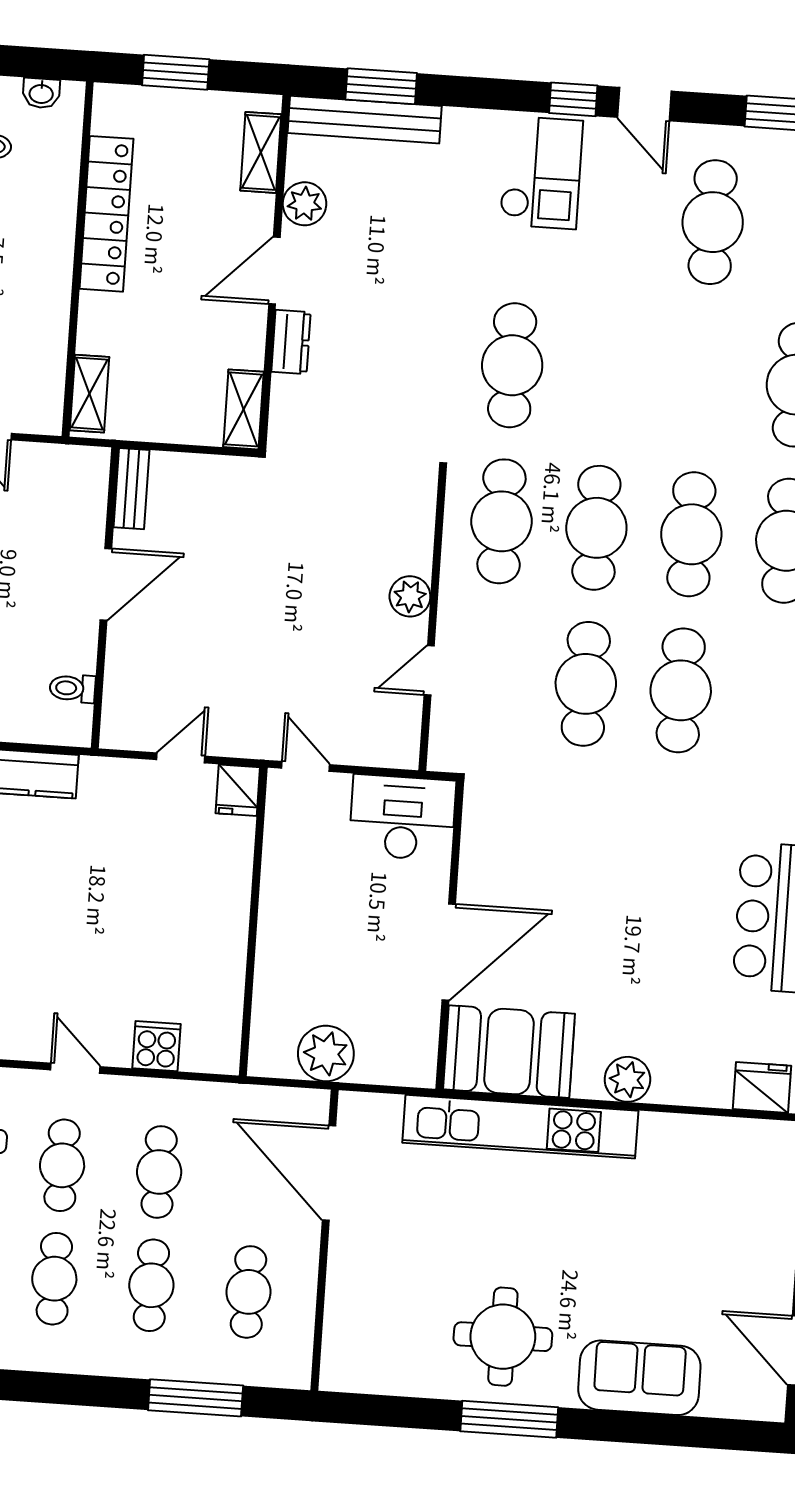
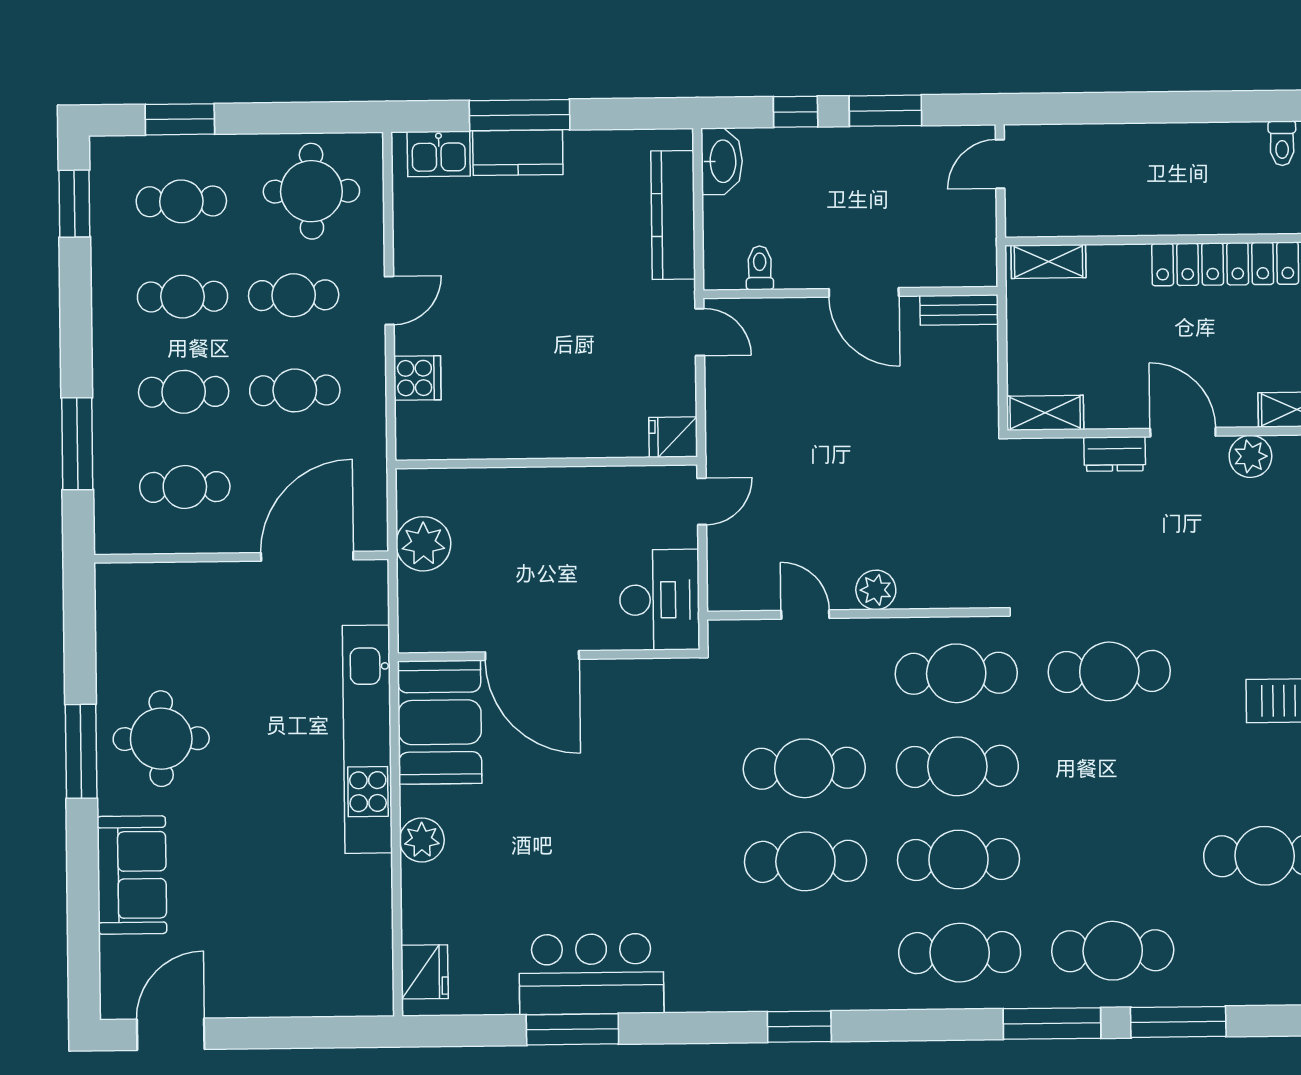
door: (181, 758) -> (700, 332), moved

